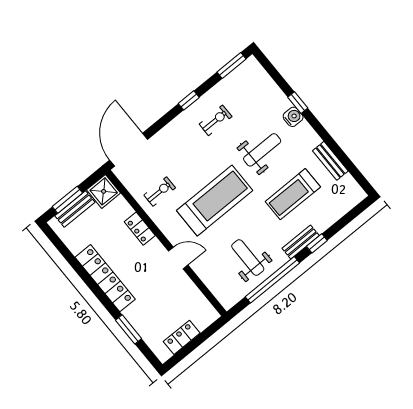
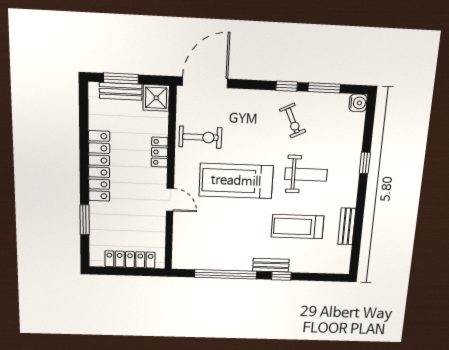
window: (231, 65) -> (324, 88), moved
water cooler: (293, 117) -> (358, 103), moved
exercise bike: (216, 120) -> (293, 121), turned 64
exercise bike: (160, 192) -> (200, 137), width x1.38, depth x1.39
treadmill: (215, 201) -> (236, 181), turned 180
weight bench: (248, 258) -> (222, 244), removed
locker: (182, 337) -> (130, 259), width x1.53

